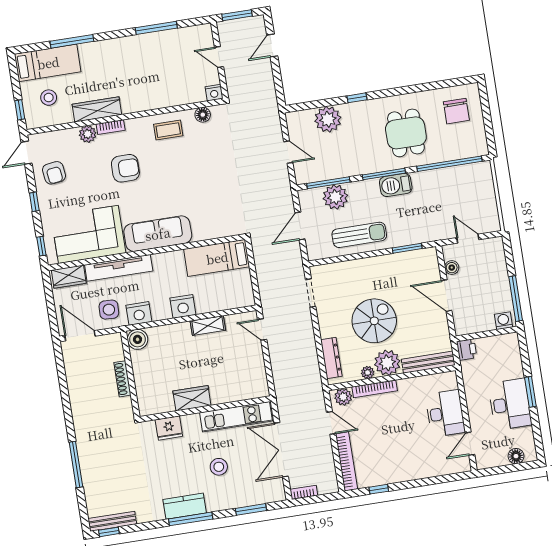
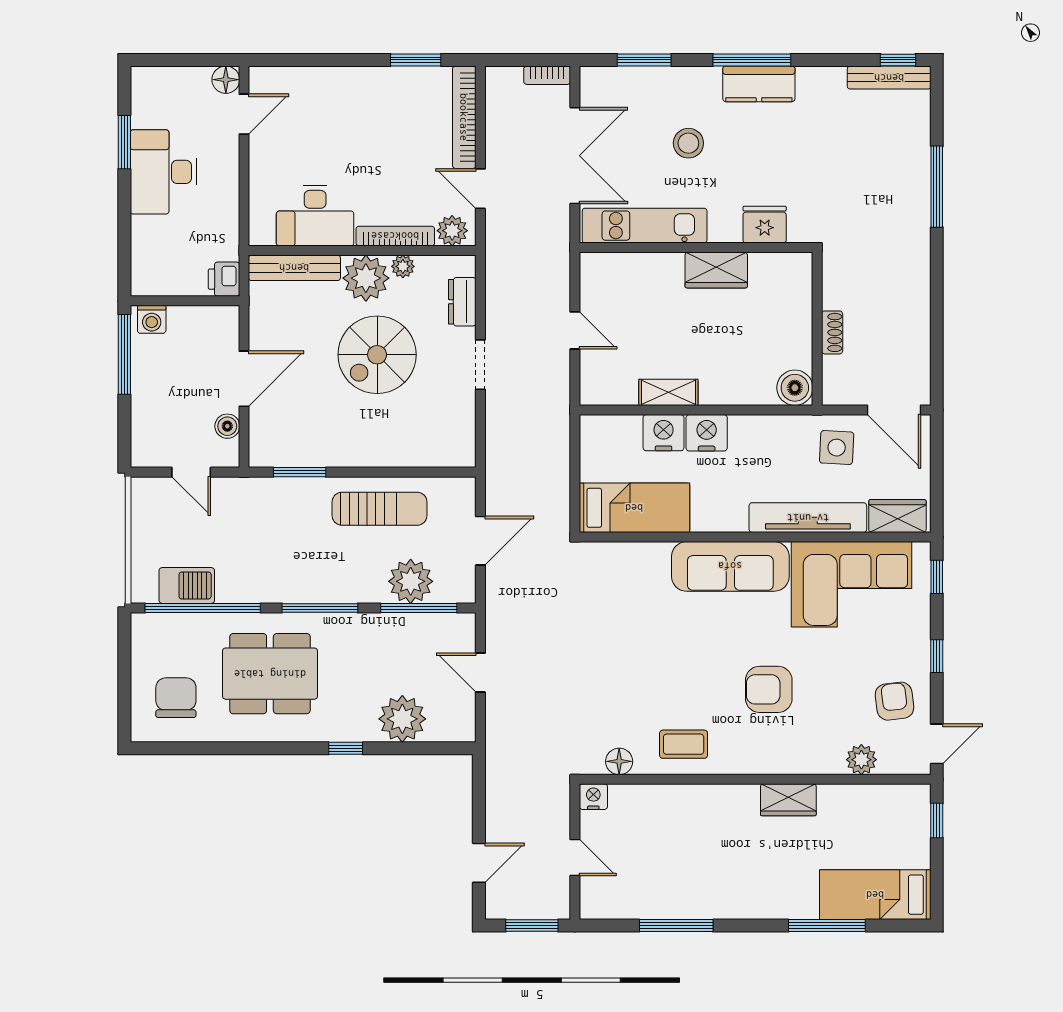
stool: (49, 98) -> (883, 834), removed
wardrobe: (97, 109) -> (788, 800), width x0.67
bookcase: (111, 127) -> (783, 765), removed
dining table: (406, 133) -> (270, 674), width x1.37
plant: (88, 134) -> (861, 760), moved
barbecue: (396, 185) -> (187, 586), moved
sun lounger: (359, 235) -> (380, 509), turned 180
doorway: (311, 293) -> (480, 365), moved
door: (447, 296) -> (244, 379), hinge flipped
nightstand: (139, 313) -> (664, 433), moved
door: (262, 330) -> (575, 330), moved
dresser: (331, 358) -> (462, 302), width x0.70
shoe rack: (122, 379) -> (832, 332), width x0.70
window: (530, 392) -> (124, 142), moved
desk: (445, 413) -> (315, 216), moved, turned -90
floor lamp: (516, 456) -> (226, 80), moved
window: (379, 489) -> (416, 60), width x1.50

